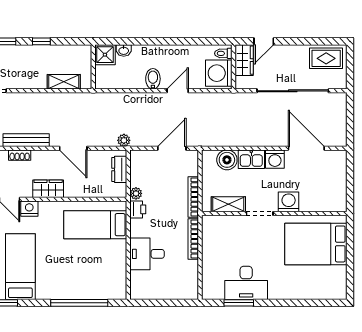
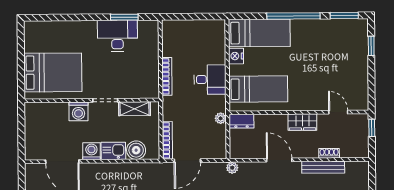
dresser: (119, 169) -> (241, 121), moved, turned 90
bookcase: (193, 197) -> (167, 140), moved
nightstand: (29, 209) -> (236, 56), moved, turned 90
printer: (138, 209) -> (219, 103), removed
desk: (147, 254) -> (210, 80), moved
bed: (20, 267) -> (259, 33), moved, turned -90
window: (79, 303) -> (293, 16), moved

